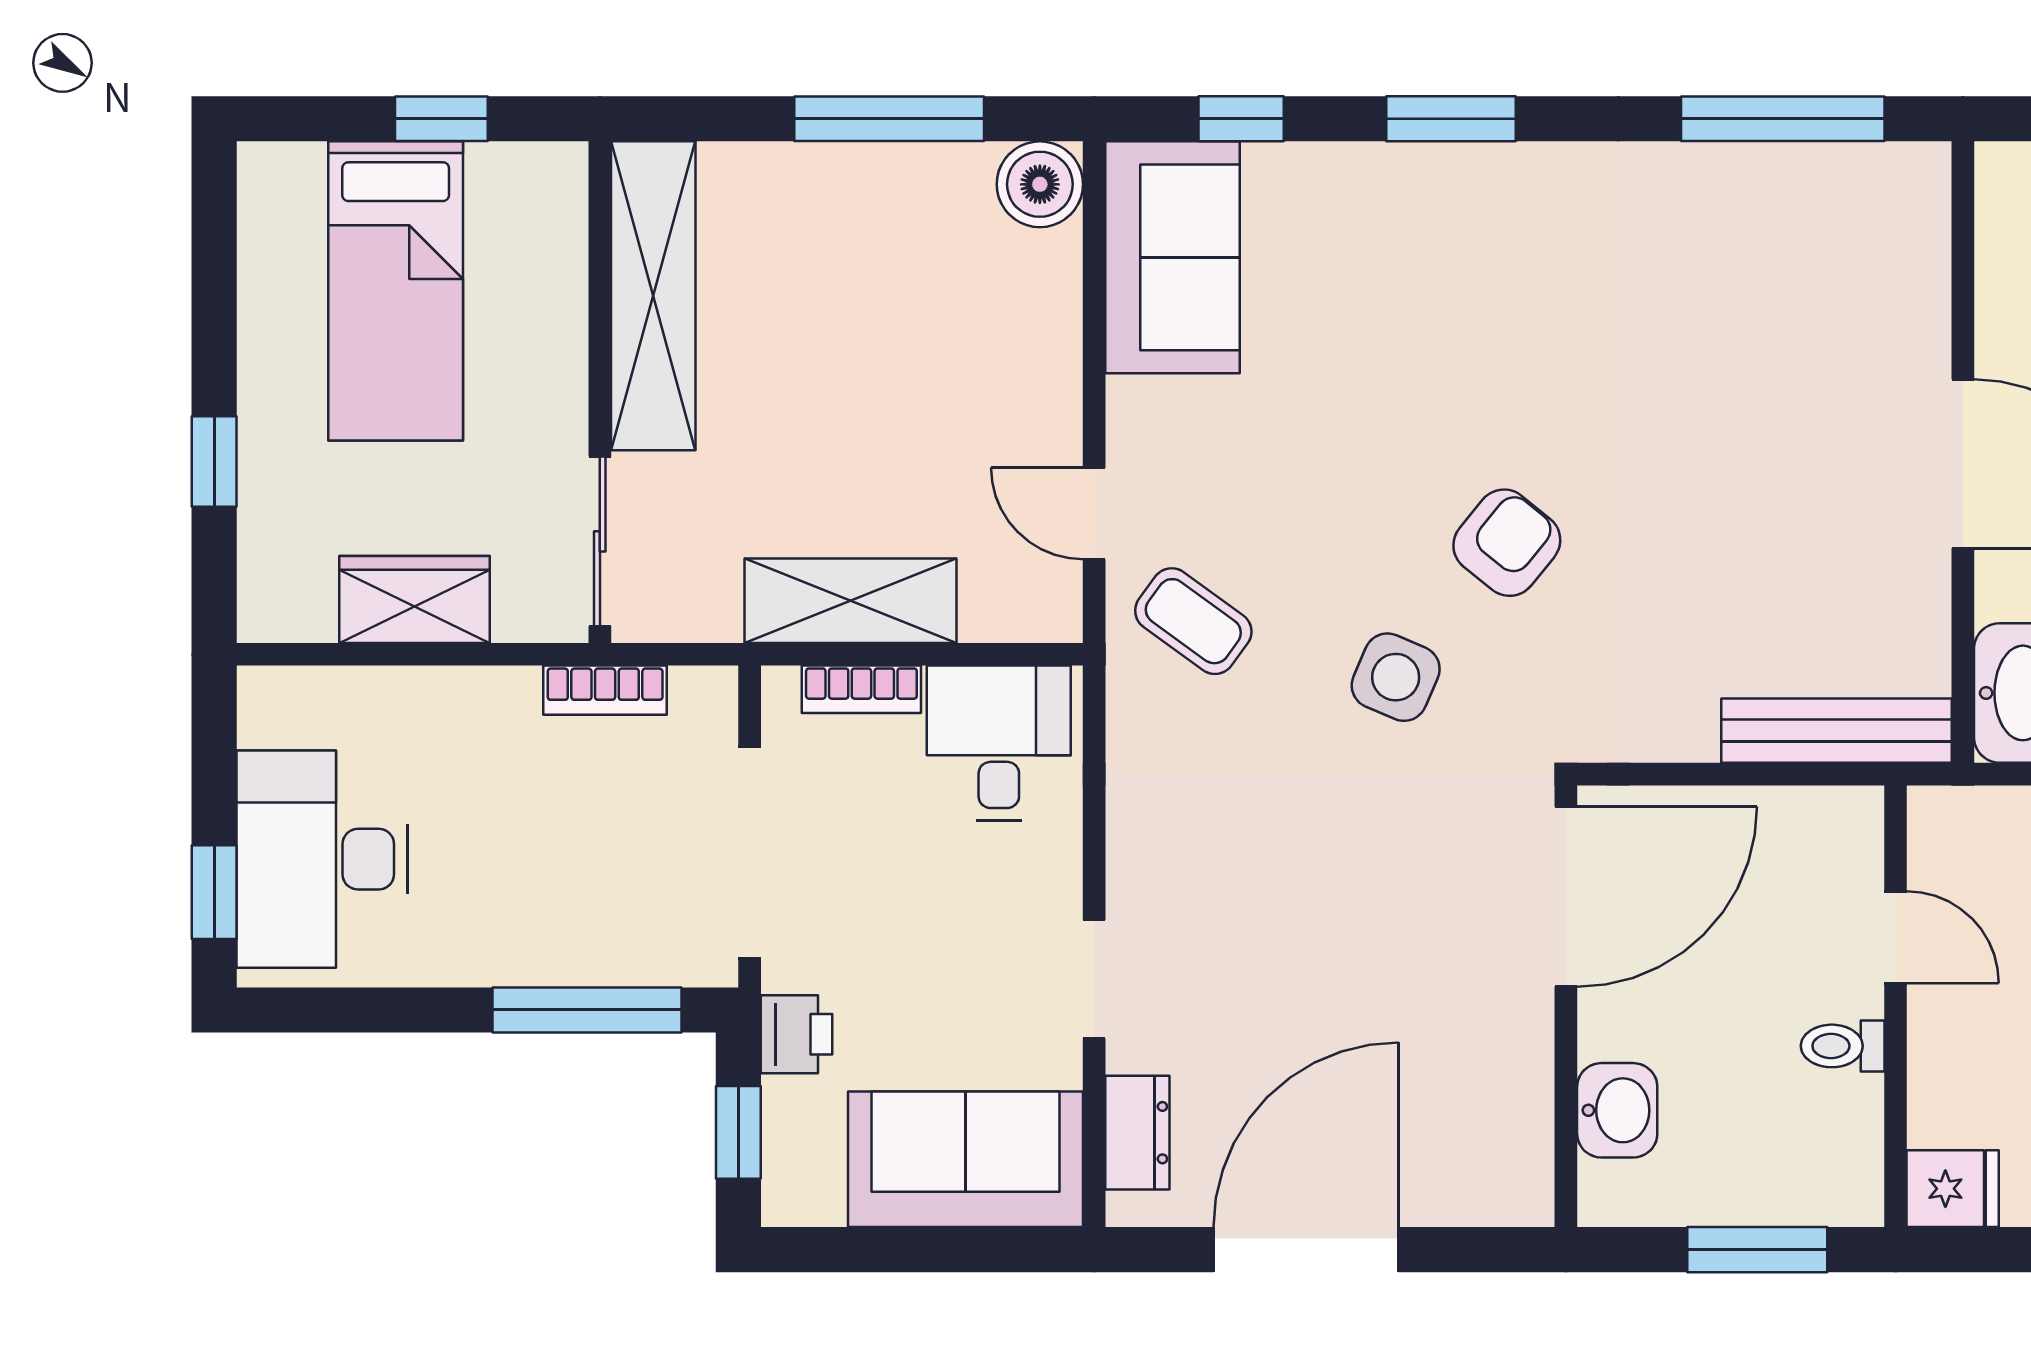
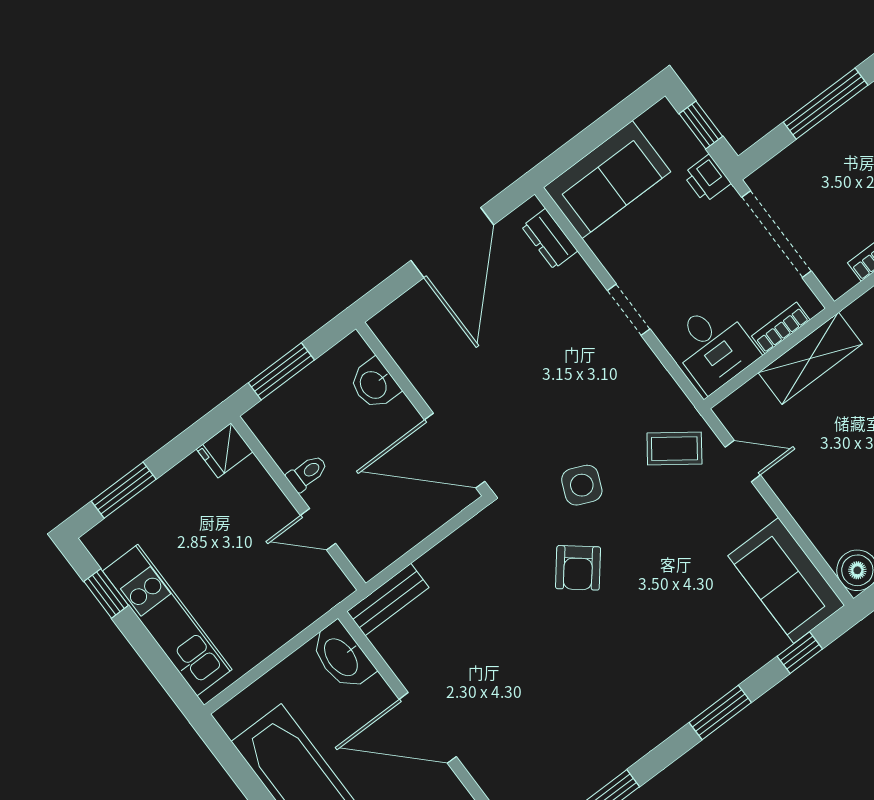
bench: (1836, 731) -> (388, 600), width x0.73
door: (1566, 897) -> (455, 451), hinge flipped
doorway: (1094, 979) -> (629, 310), moved
window: (587, 1010) -> (826, 104), moved

